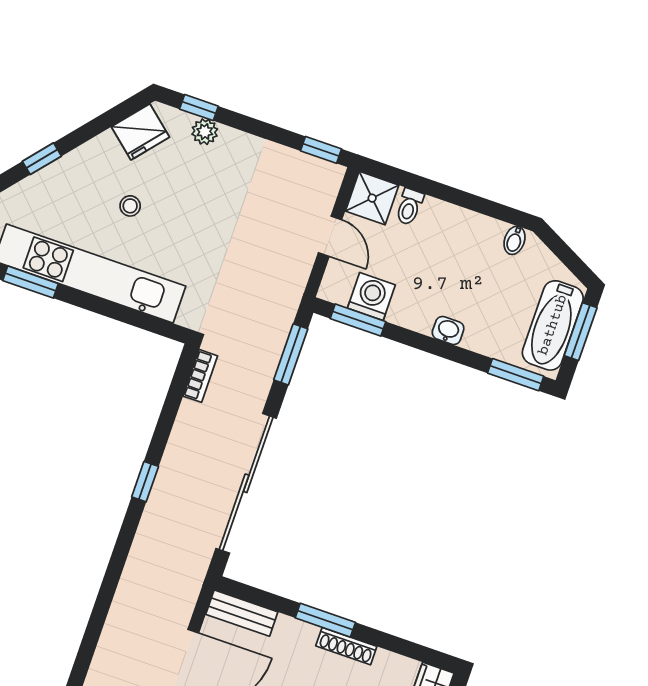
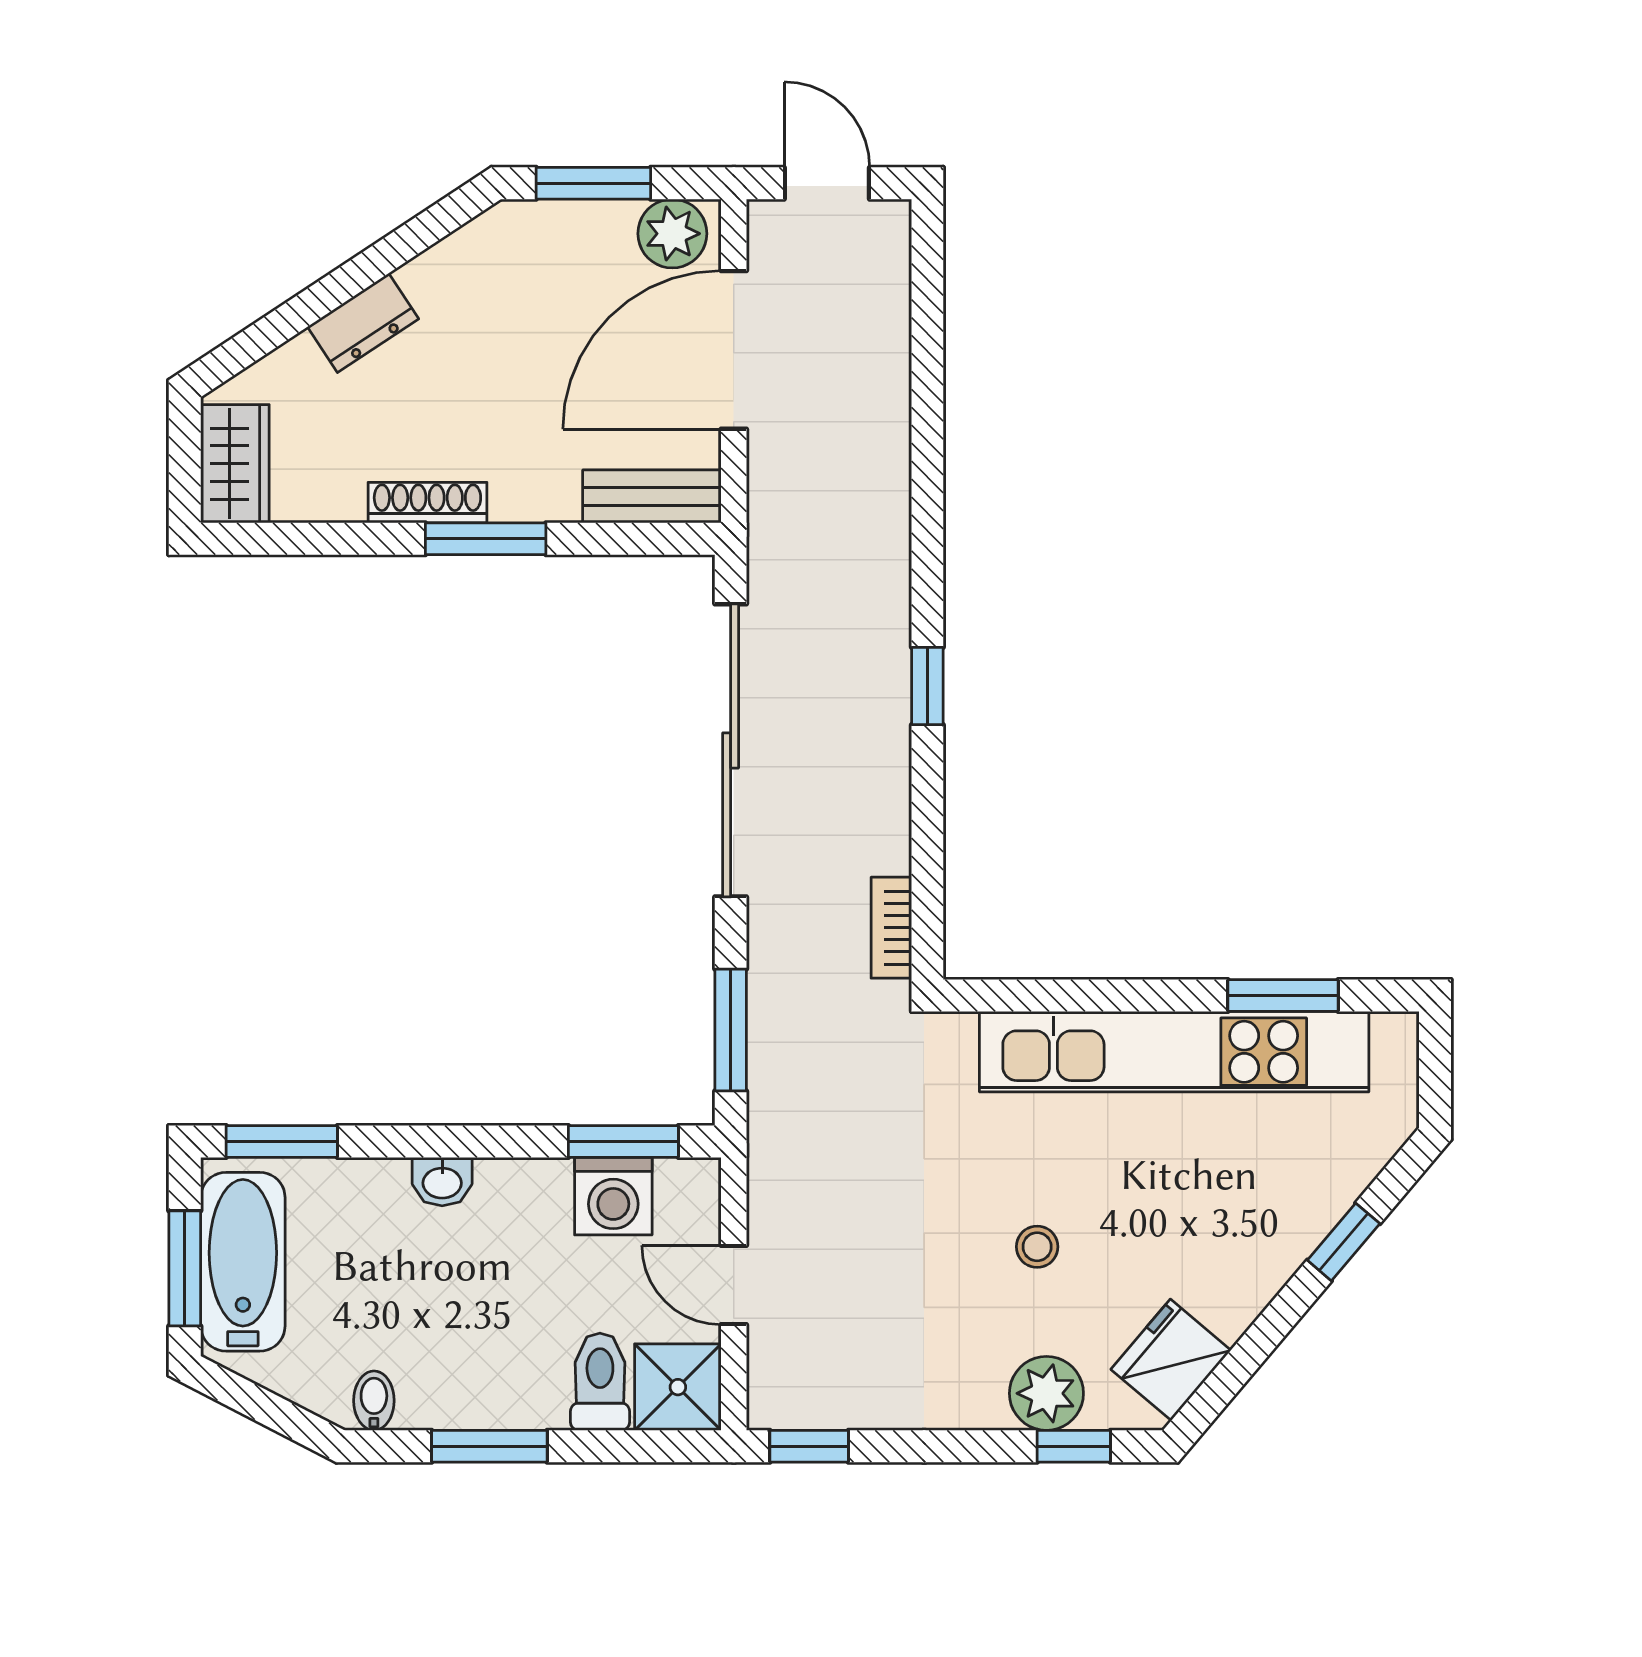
plant: (205, 132) -> (1046, 1393), width x1.38, depth x1.38
window: (469, 201) -> (489, 1446), added
stool: (130, 206) -> (1037, 1247), moved
toilet: (409, 207) -> (600, 1382), width x1.37, depth x1.39

